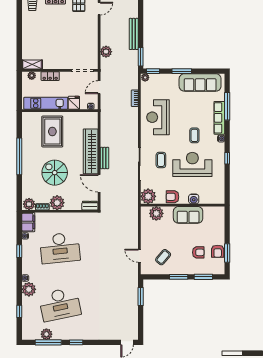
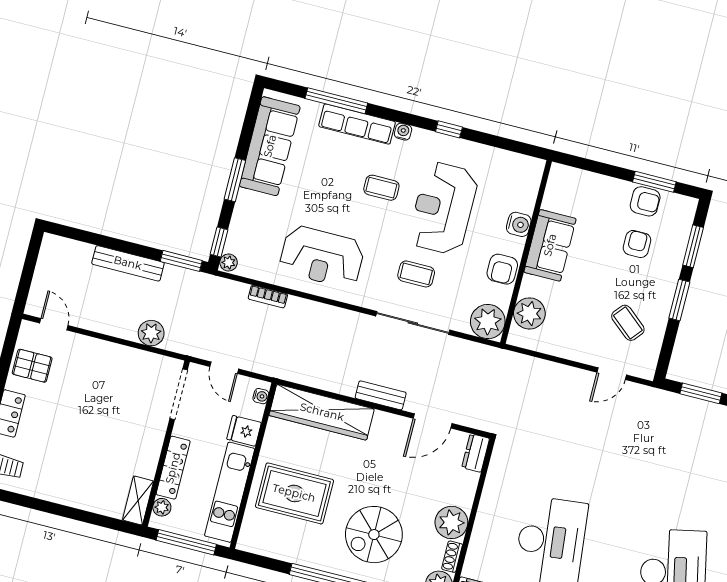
locker: (50, 76) -> (173, 468), width x1.53
window: (19, 90) -> (186, 542), added
wardrobe: (91, 151) -> (322, 412), moved
spiral stairs: (55, 173) -> (374, 535), moved

